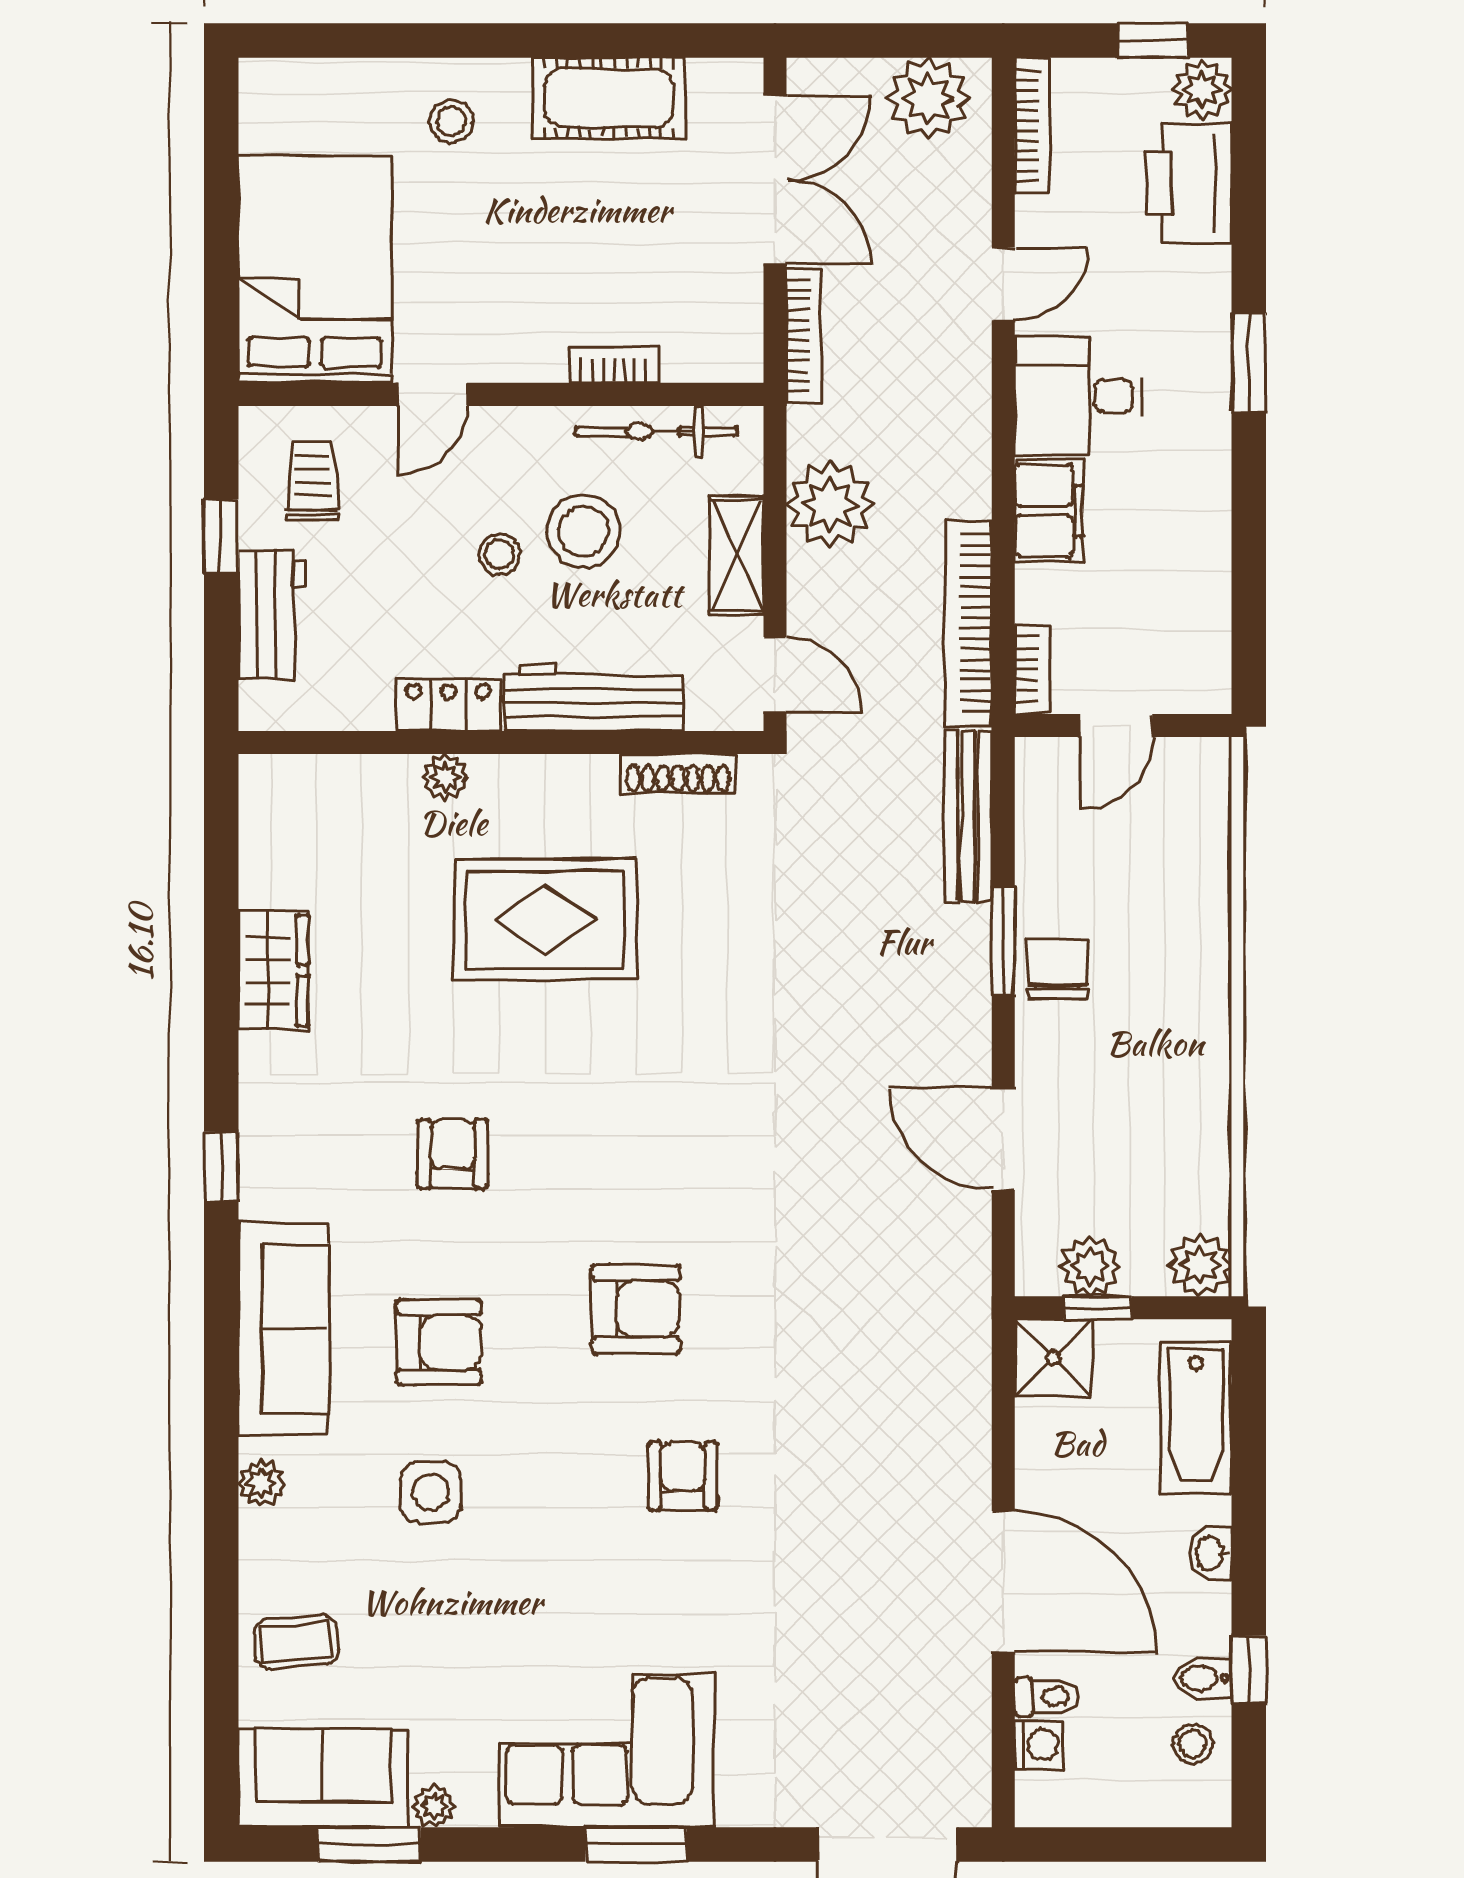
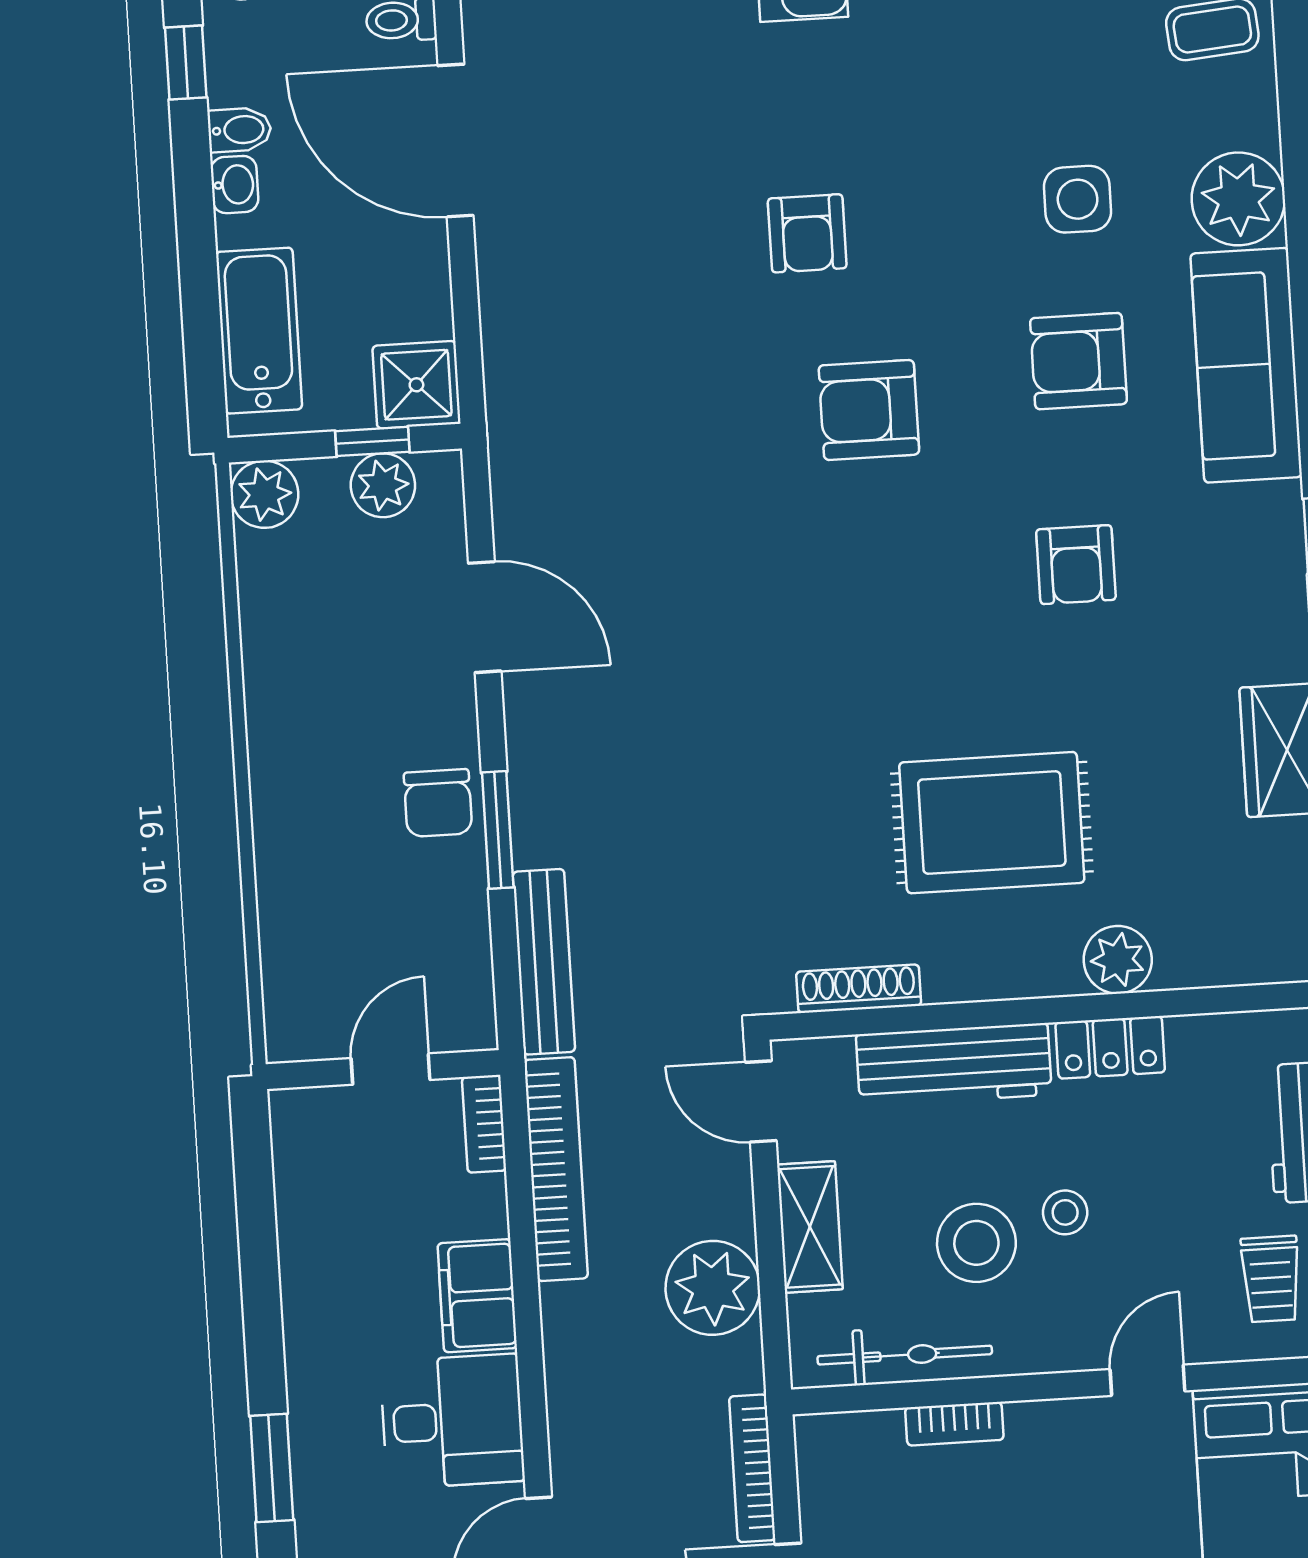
plant: (445, 777) -> (1118, 960), width x1.38, depth x1.38
plant: (261, 1483) -> (1238, 199), width x1.88, depth x1.88
bidet: (1203, 1678) -> (240, 130), moved

